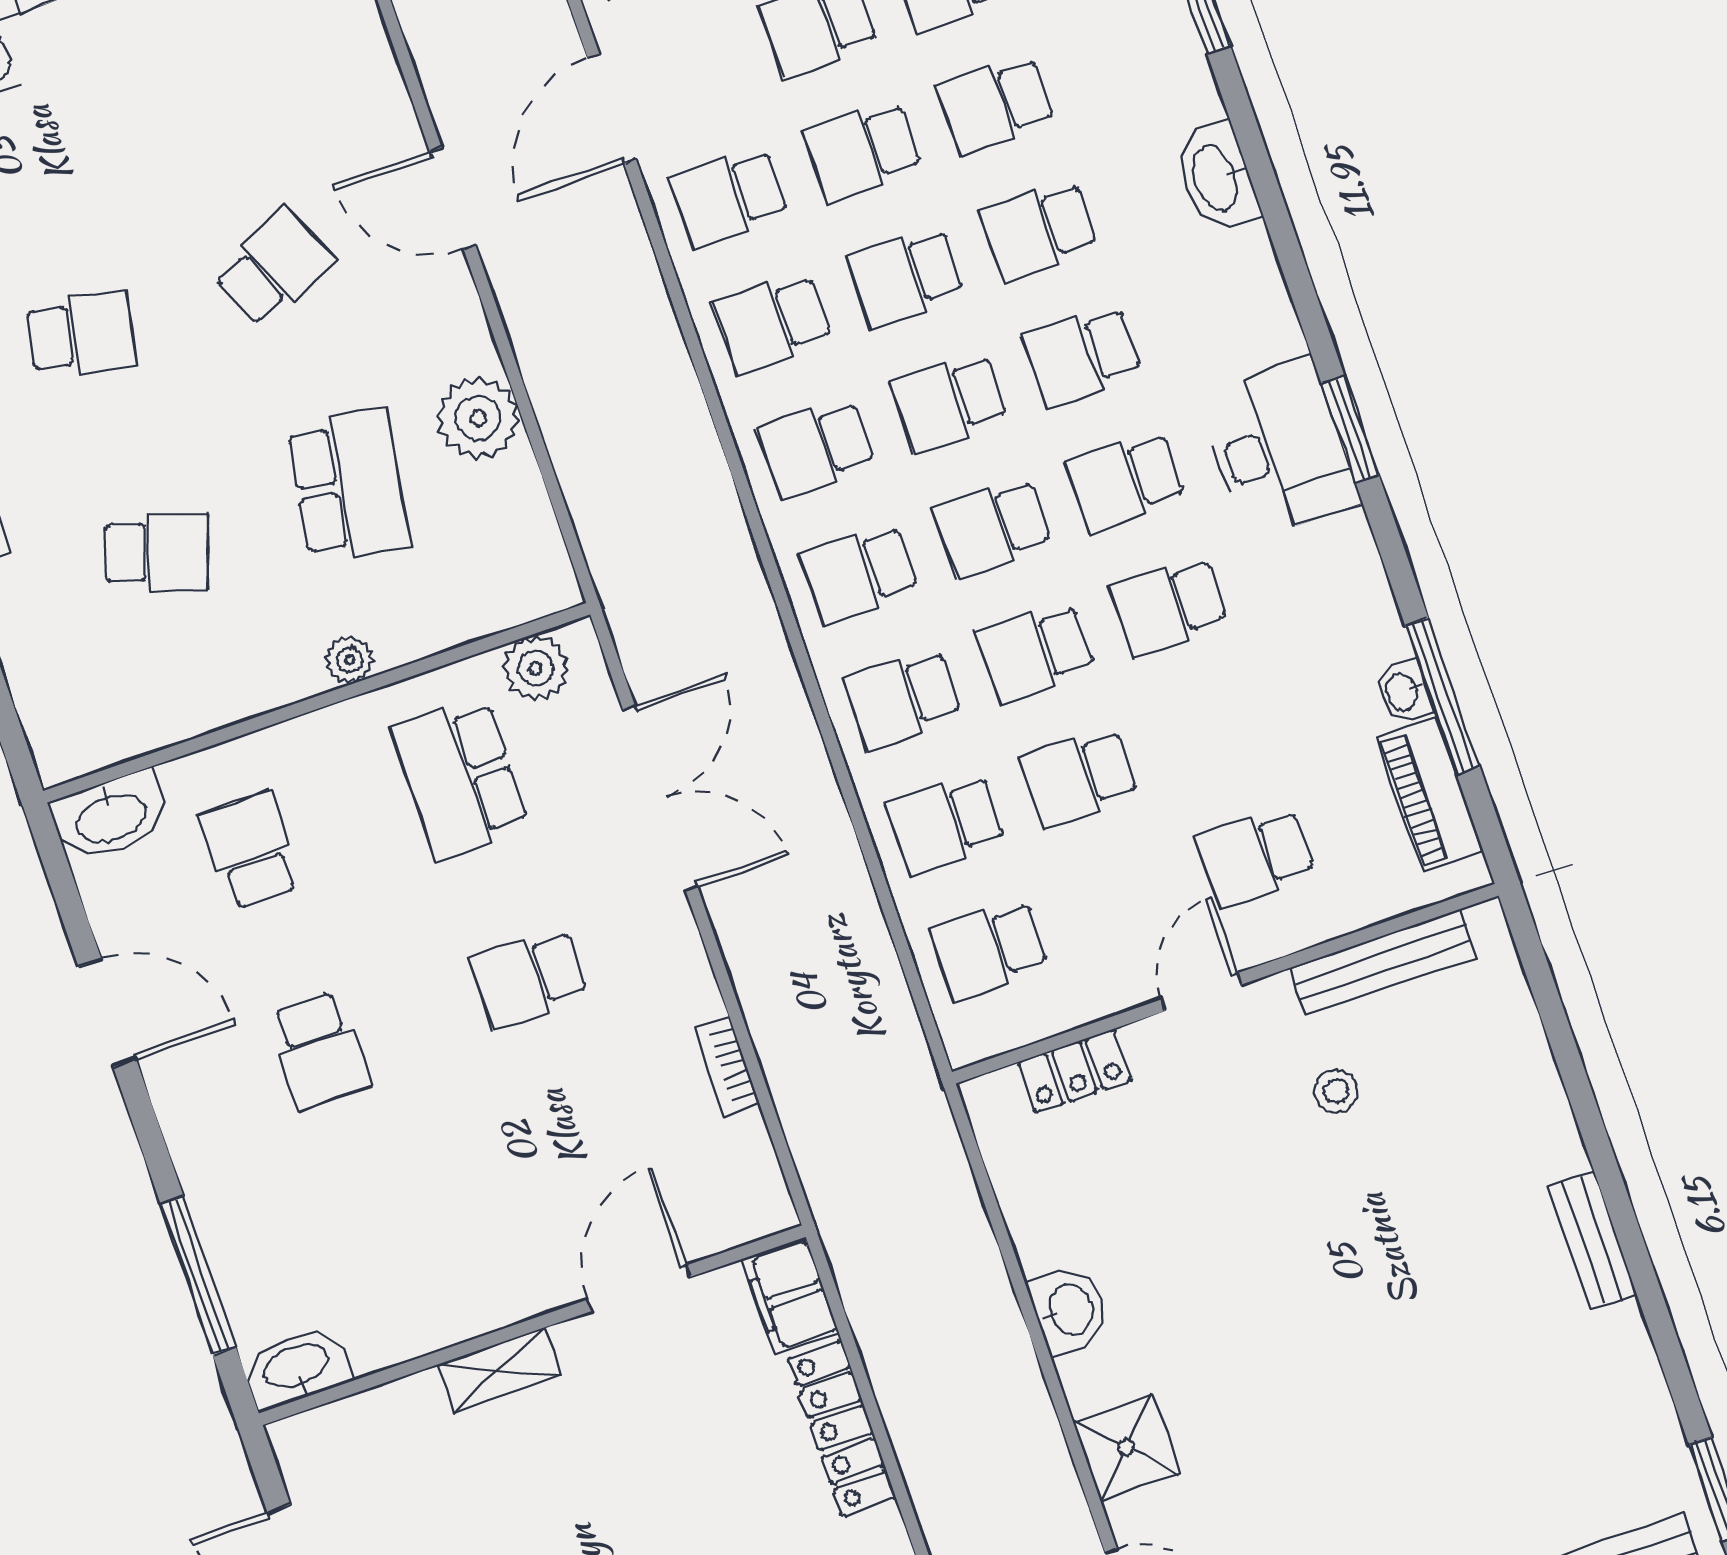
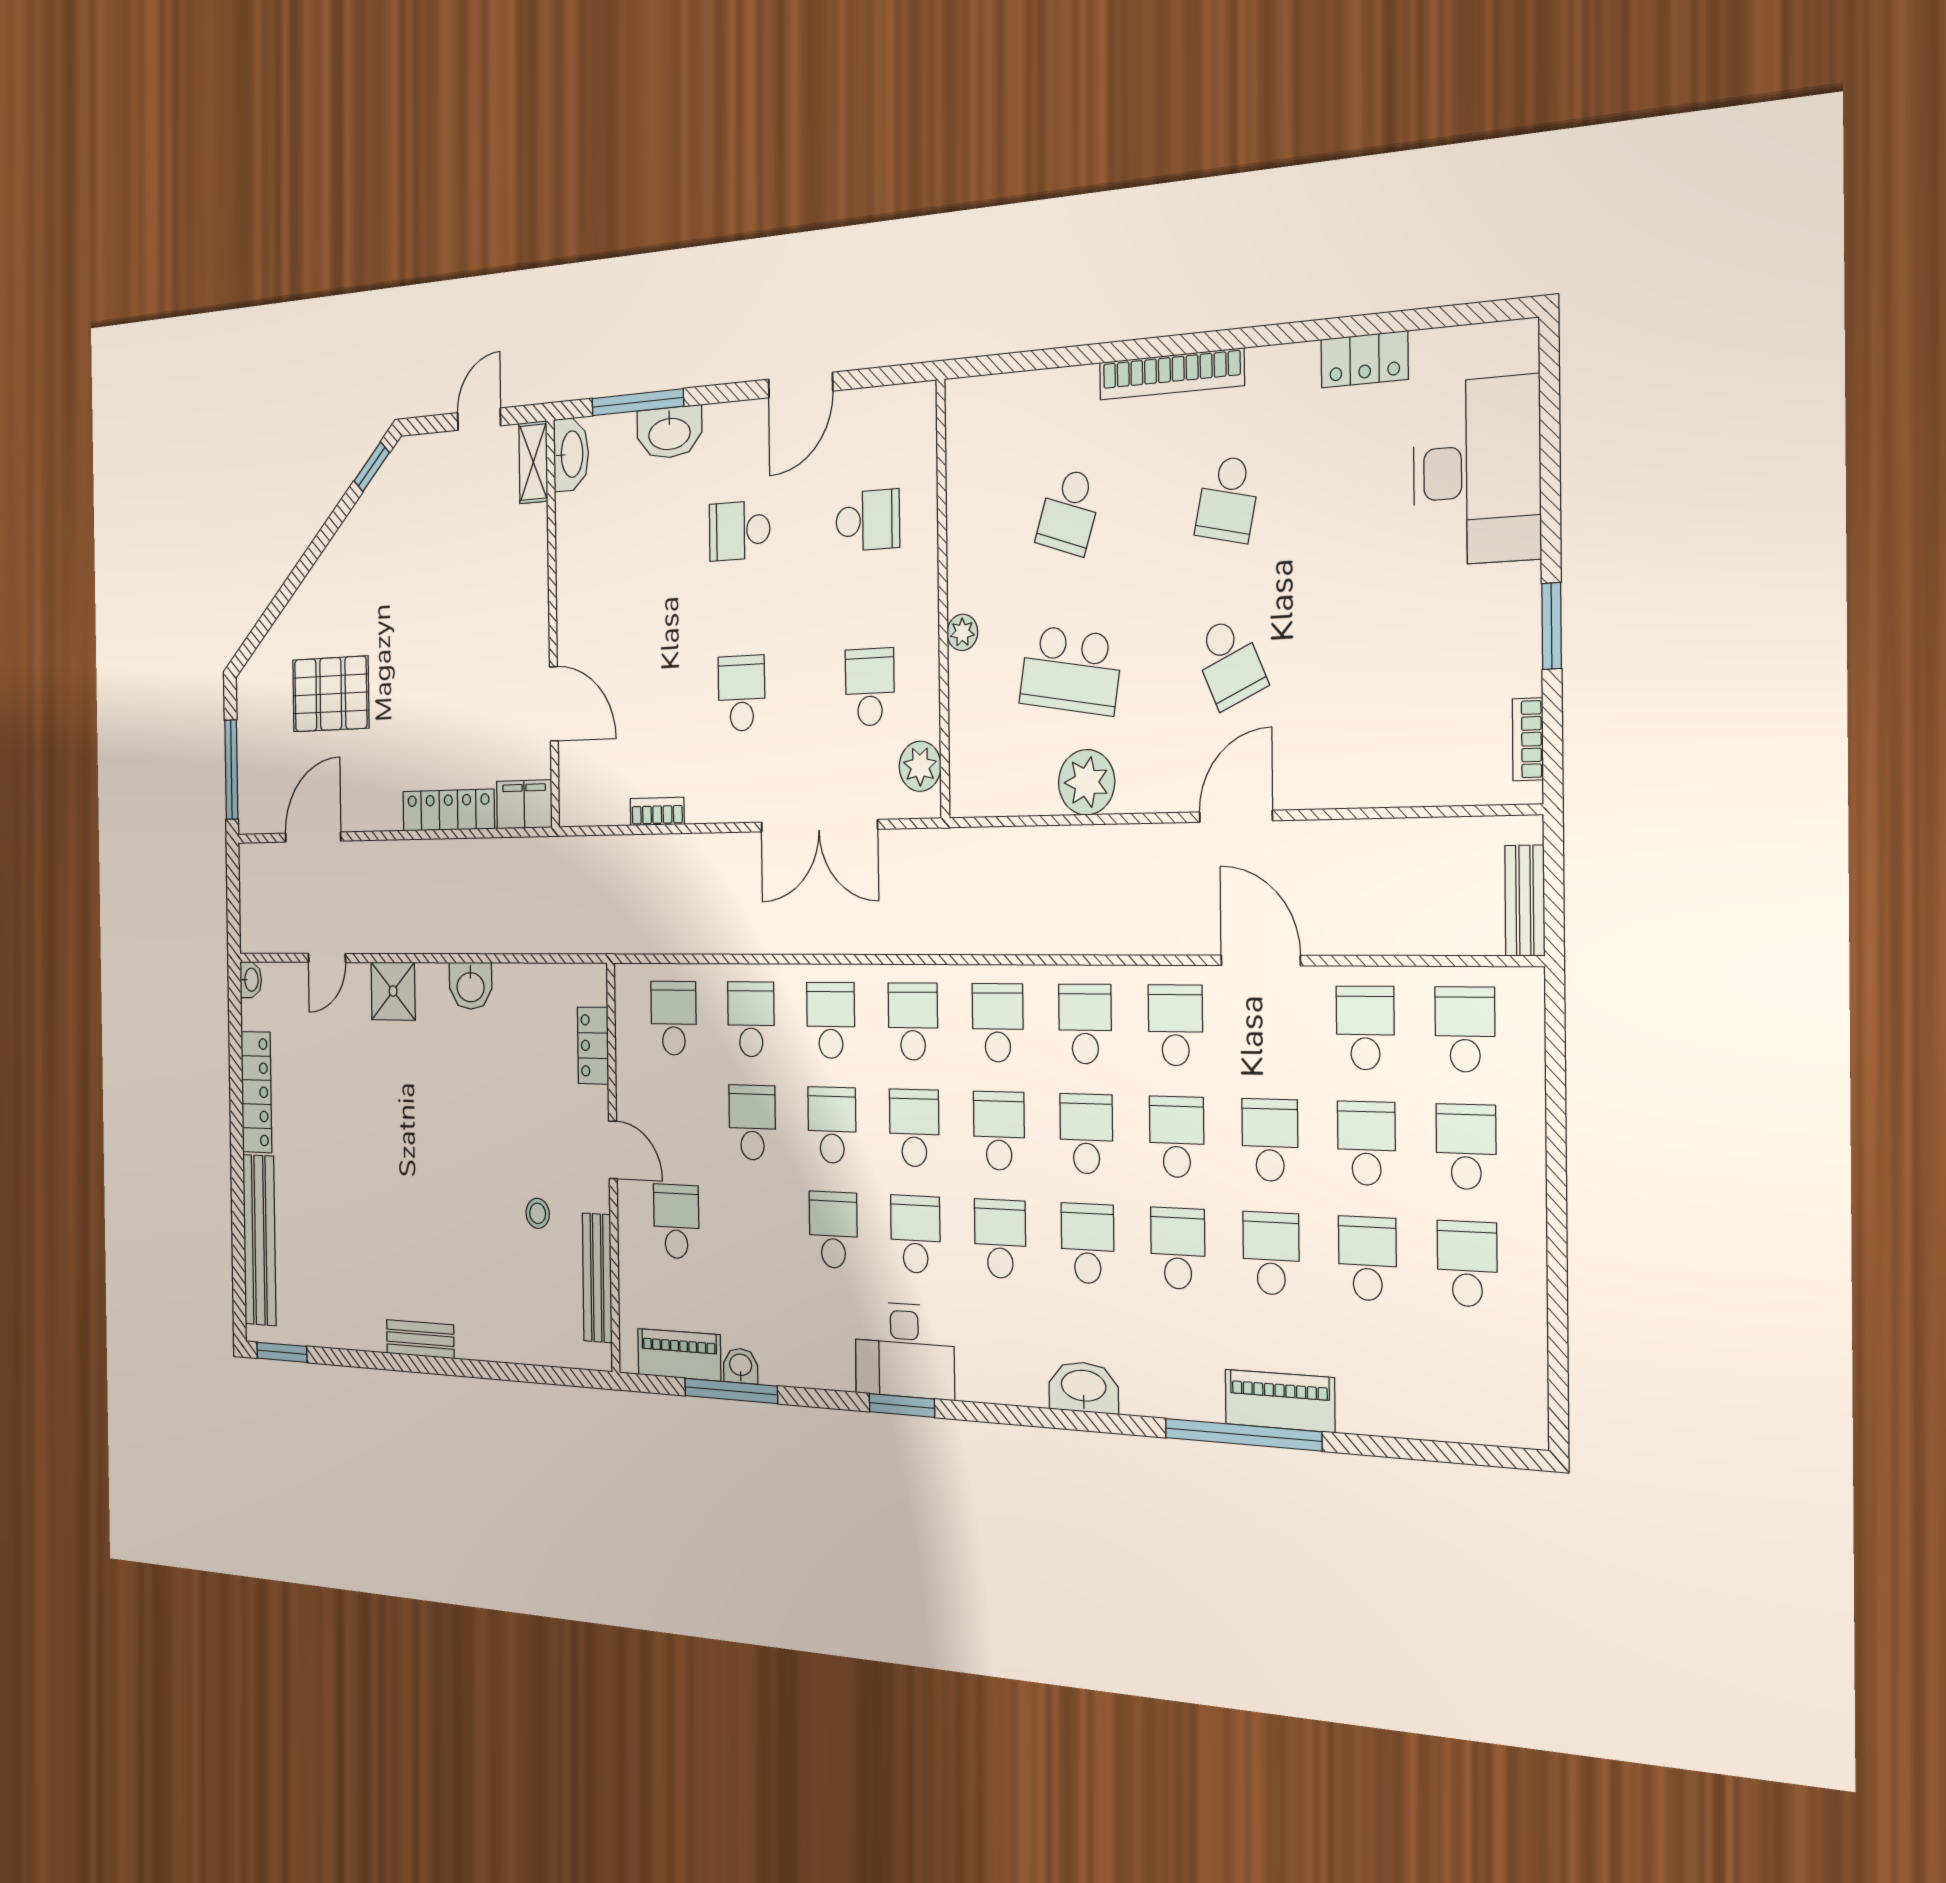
school desk: (460, 778) -> (870, 687), width x0.54
washbasin: (111, 816) -> (669, 433), moved, turned -90
shelving: (499, 1370) -> (533, 462), moved

